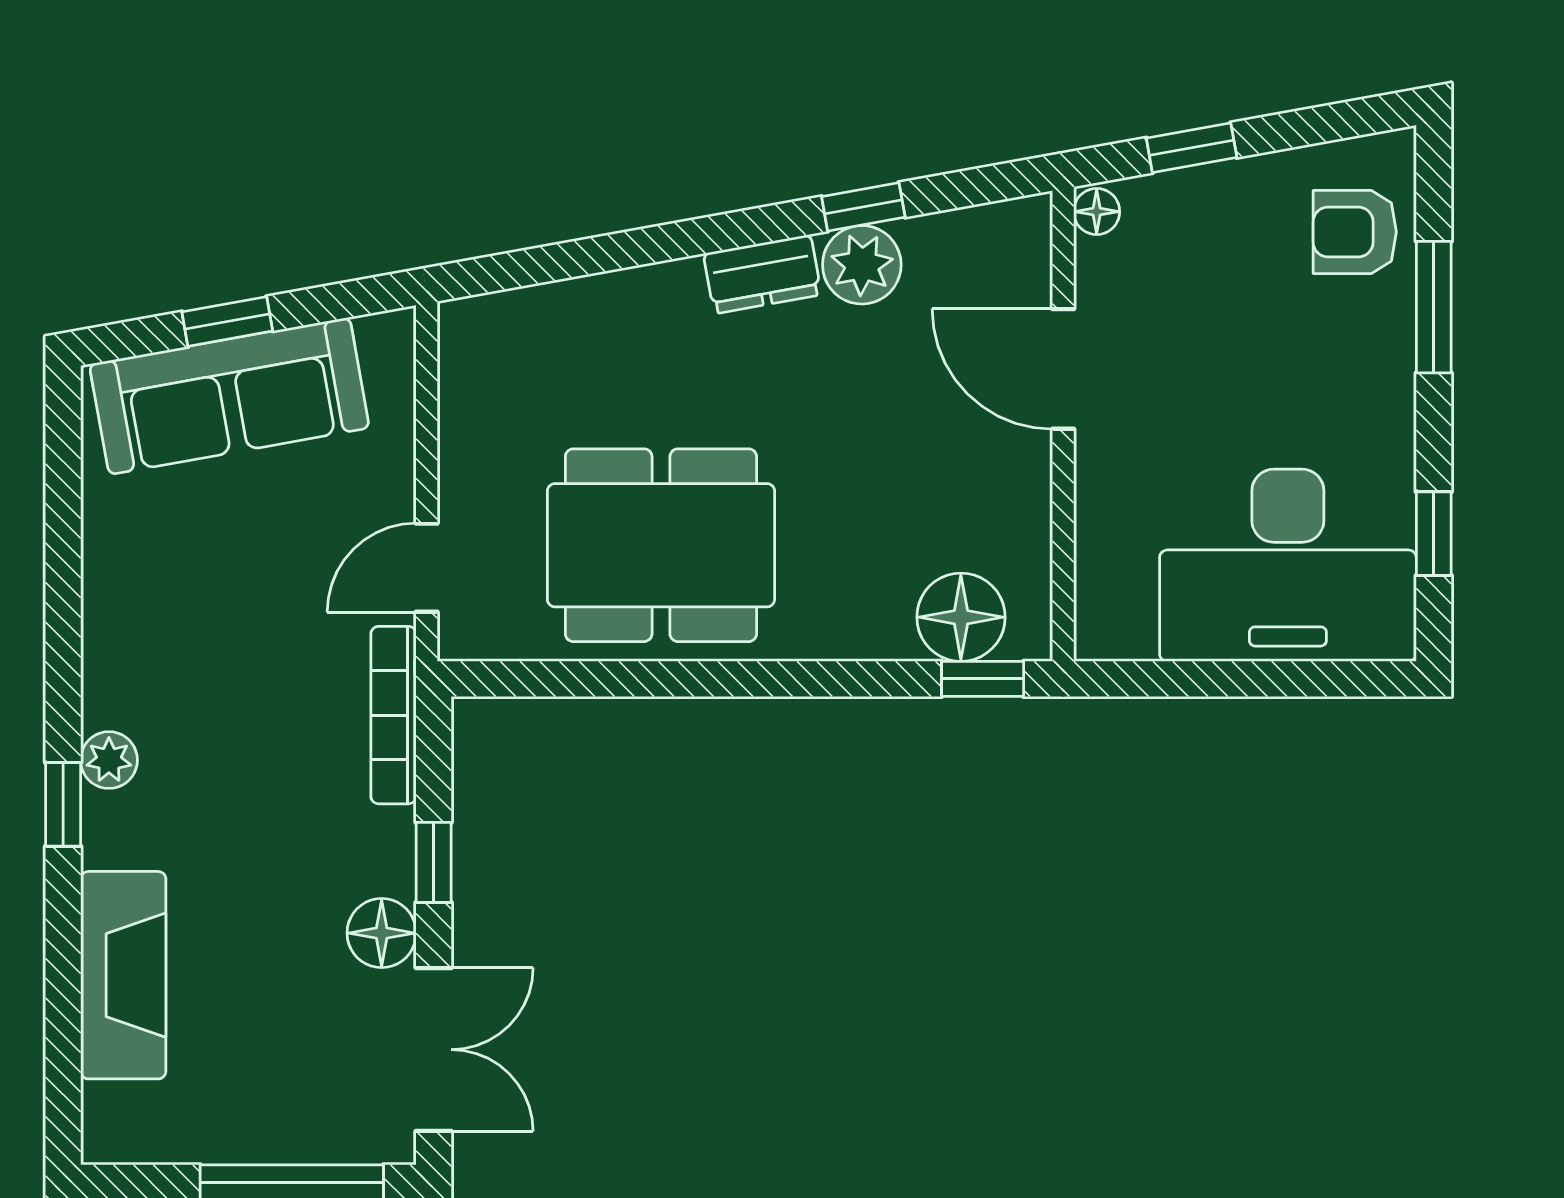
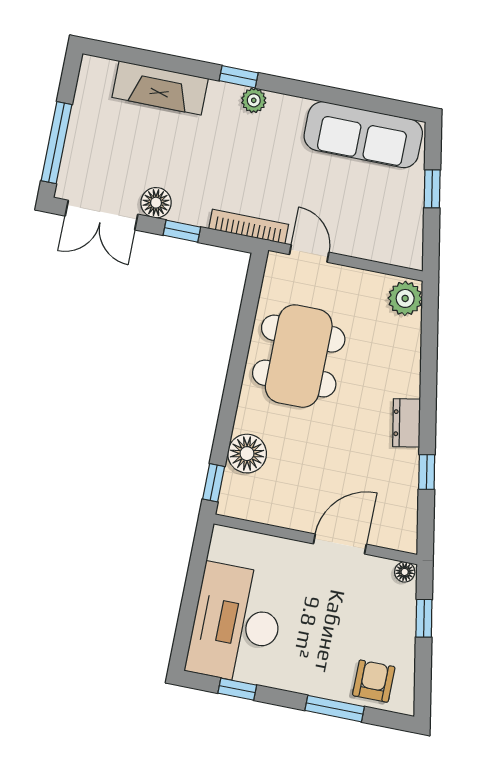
plant: (862, 265) -> (405, 298), moved
sofa: (229, 396) -> (363, 135), moved, turned -80
floor lamp: (961, 617) -> (247, 454), moved

